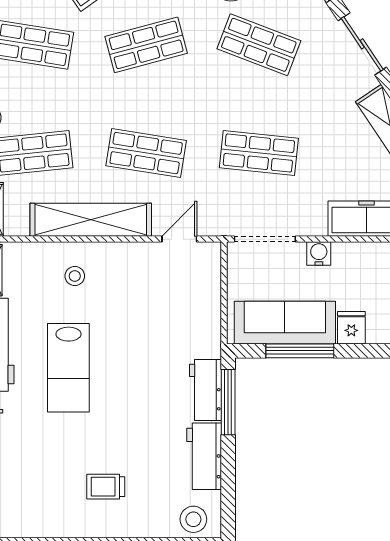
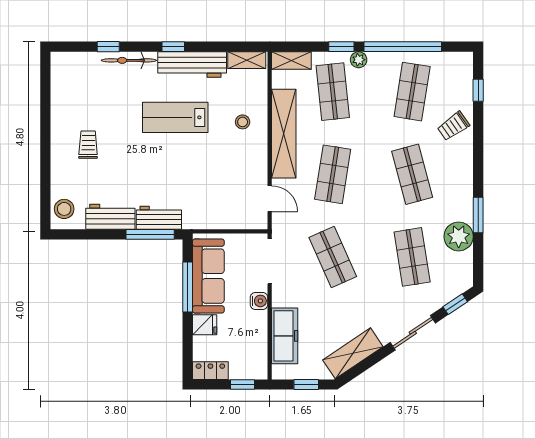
shop shelf: (259, 45) -> (412, 257), turned -30
shop shelf: (259, 153) -> (333, 257), turned -30

